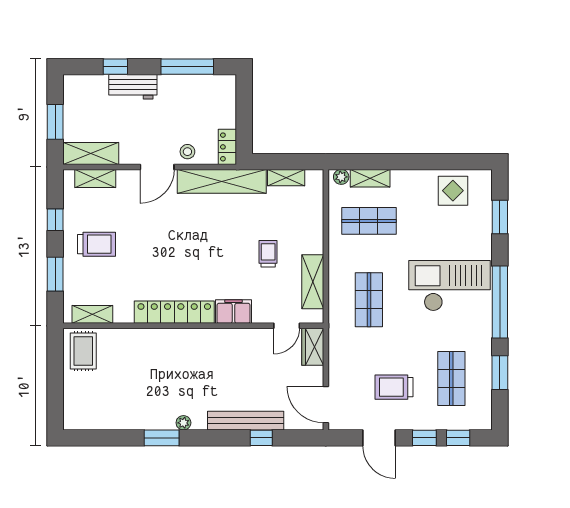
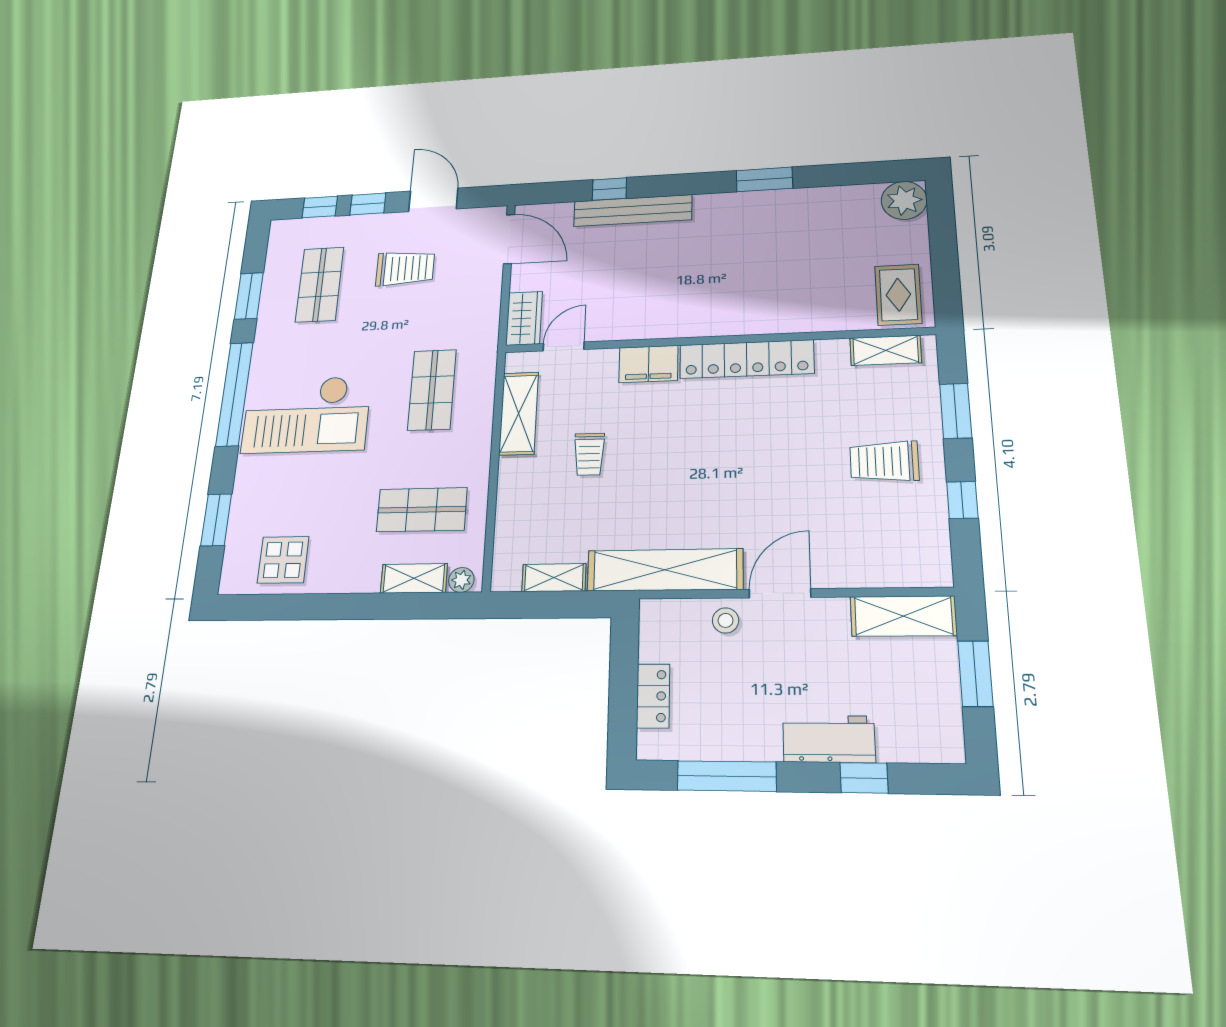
locker: (227, 147) -> (653, 696), moved
shelving: (95, 178) -> (893, 572), removed
plant: (183, 423) -> (904, 200), moved, width x1.87, depth x1.87

